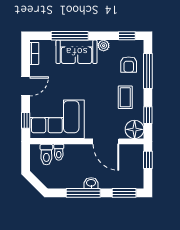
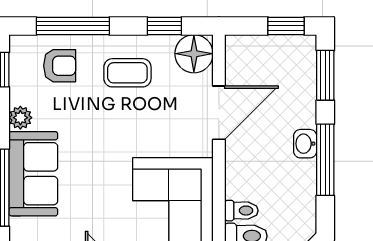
window: (148, 160) -> (286, 26), moved

